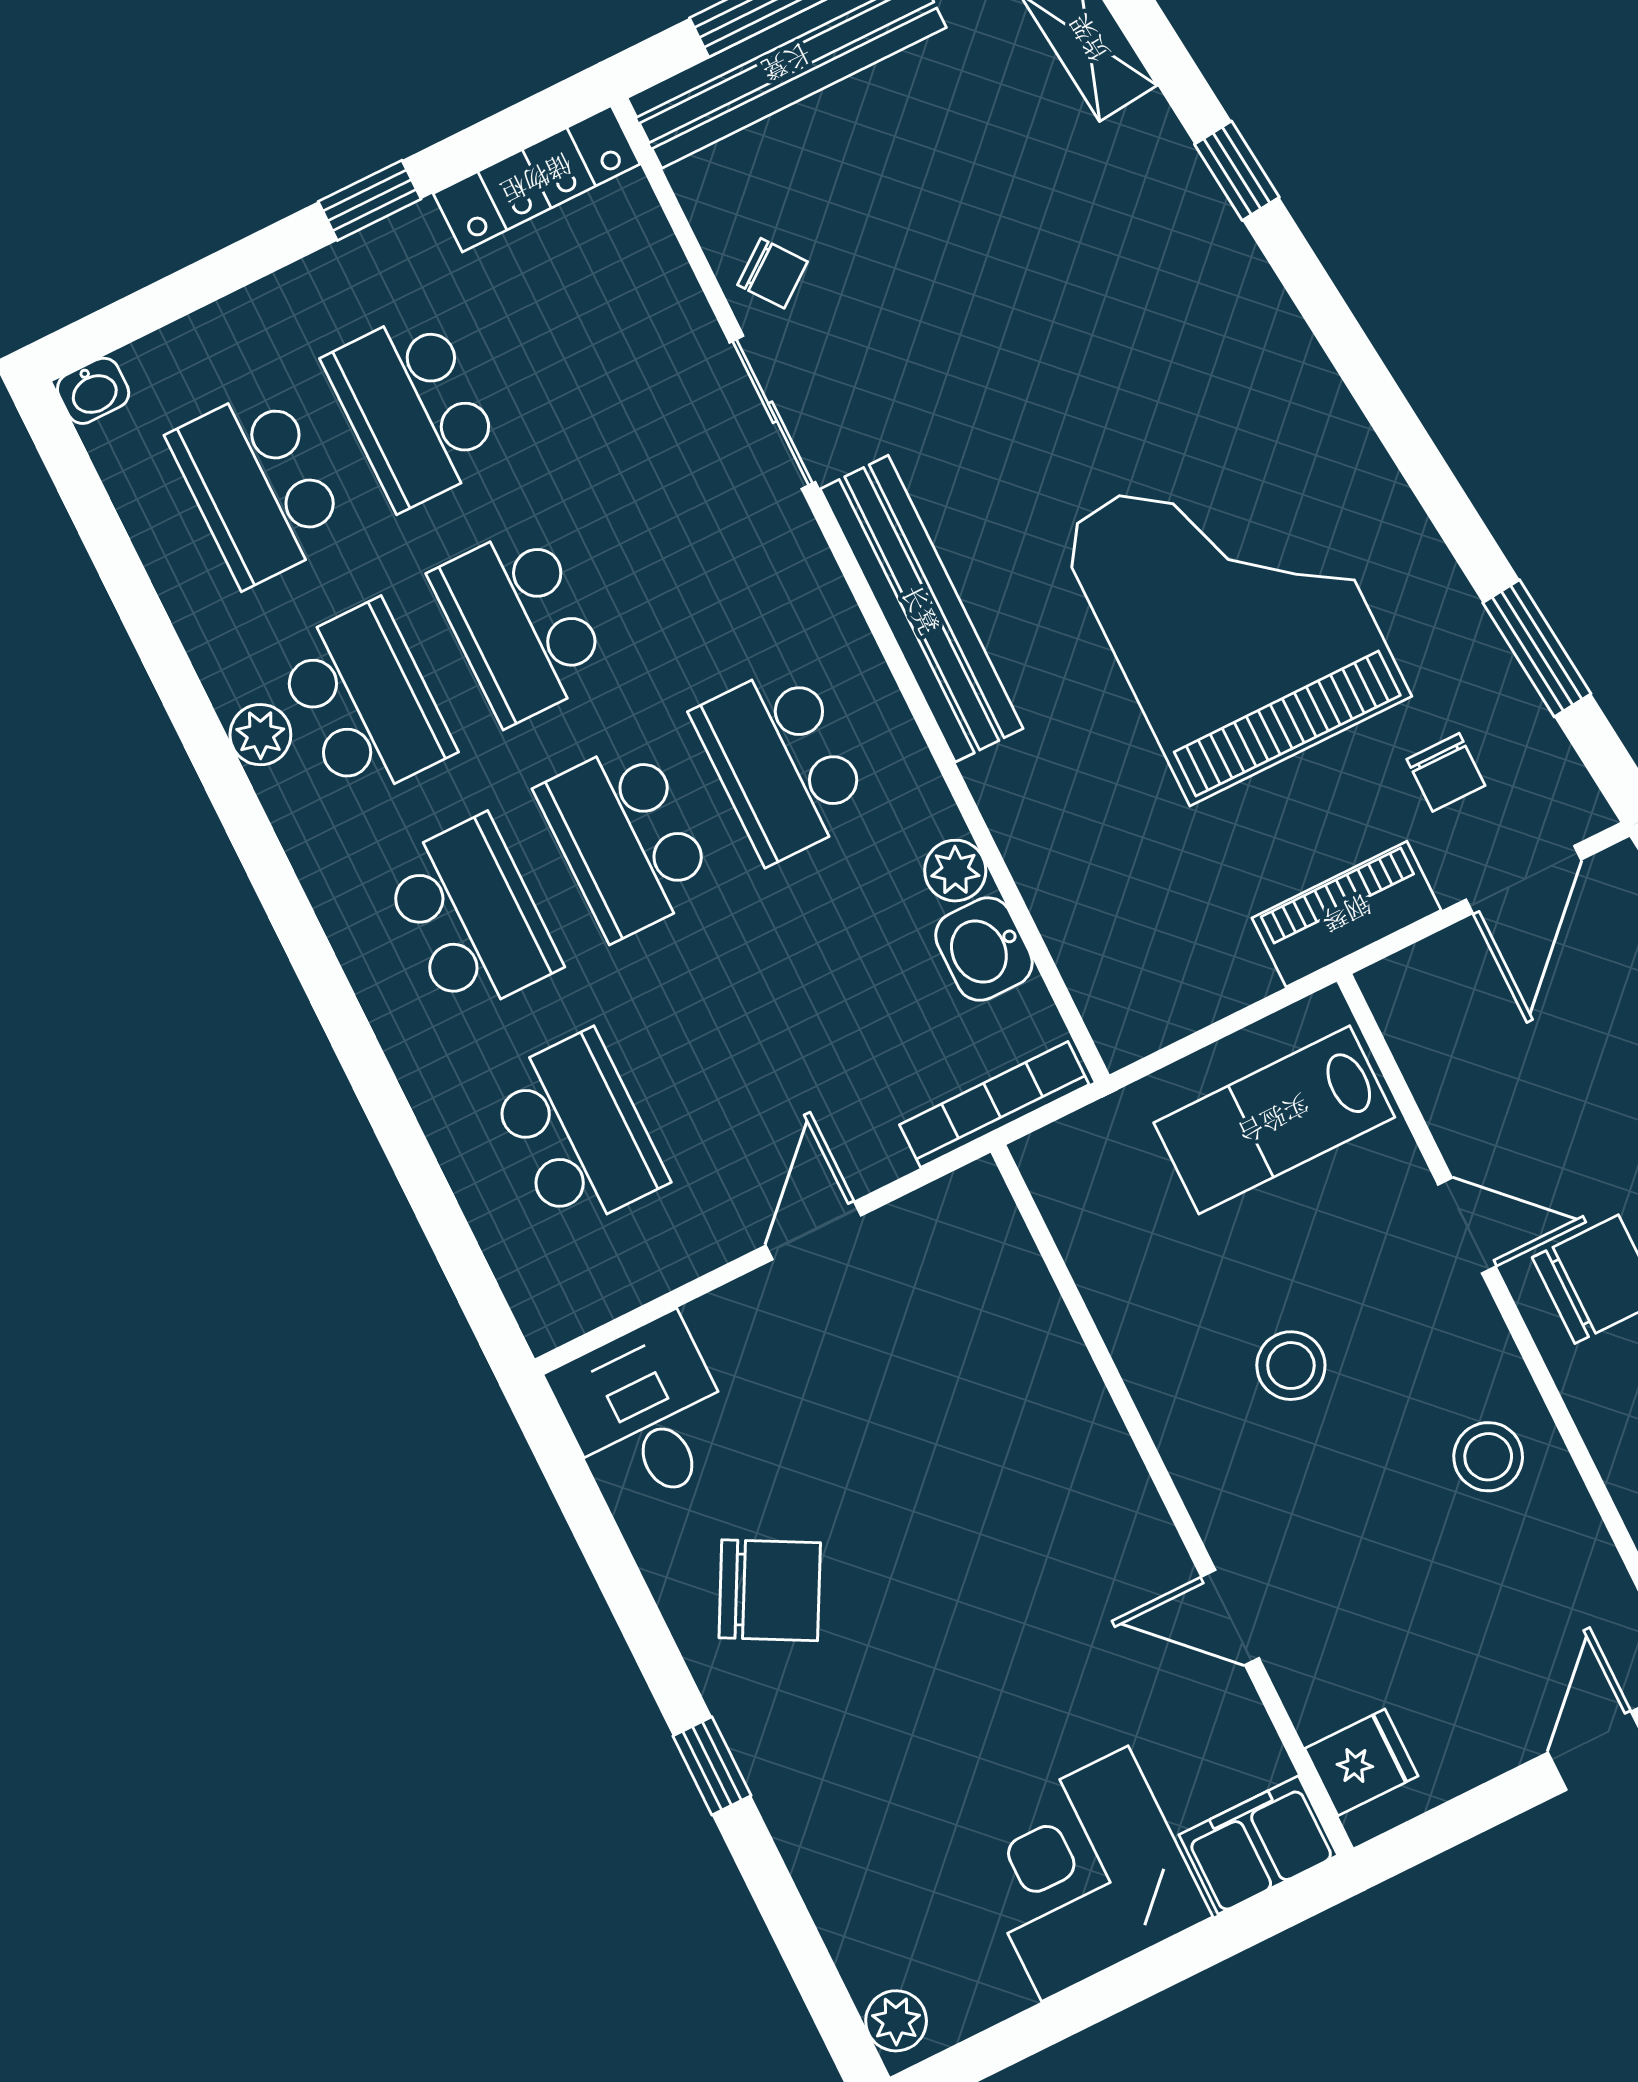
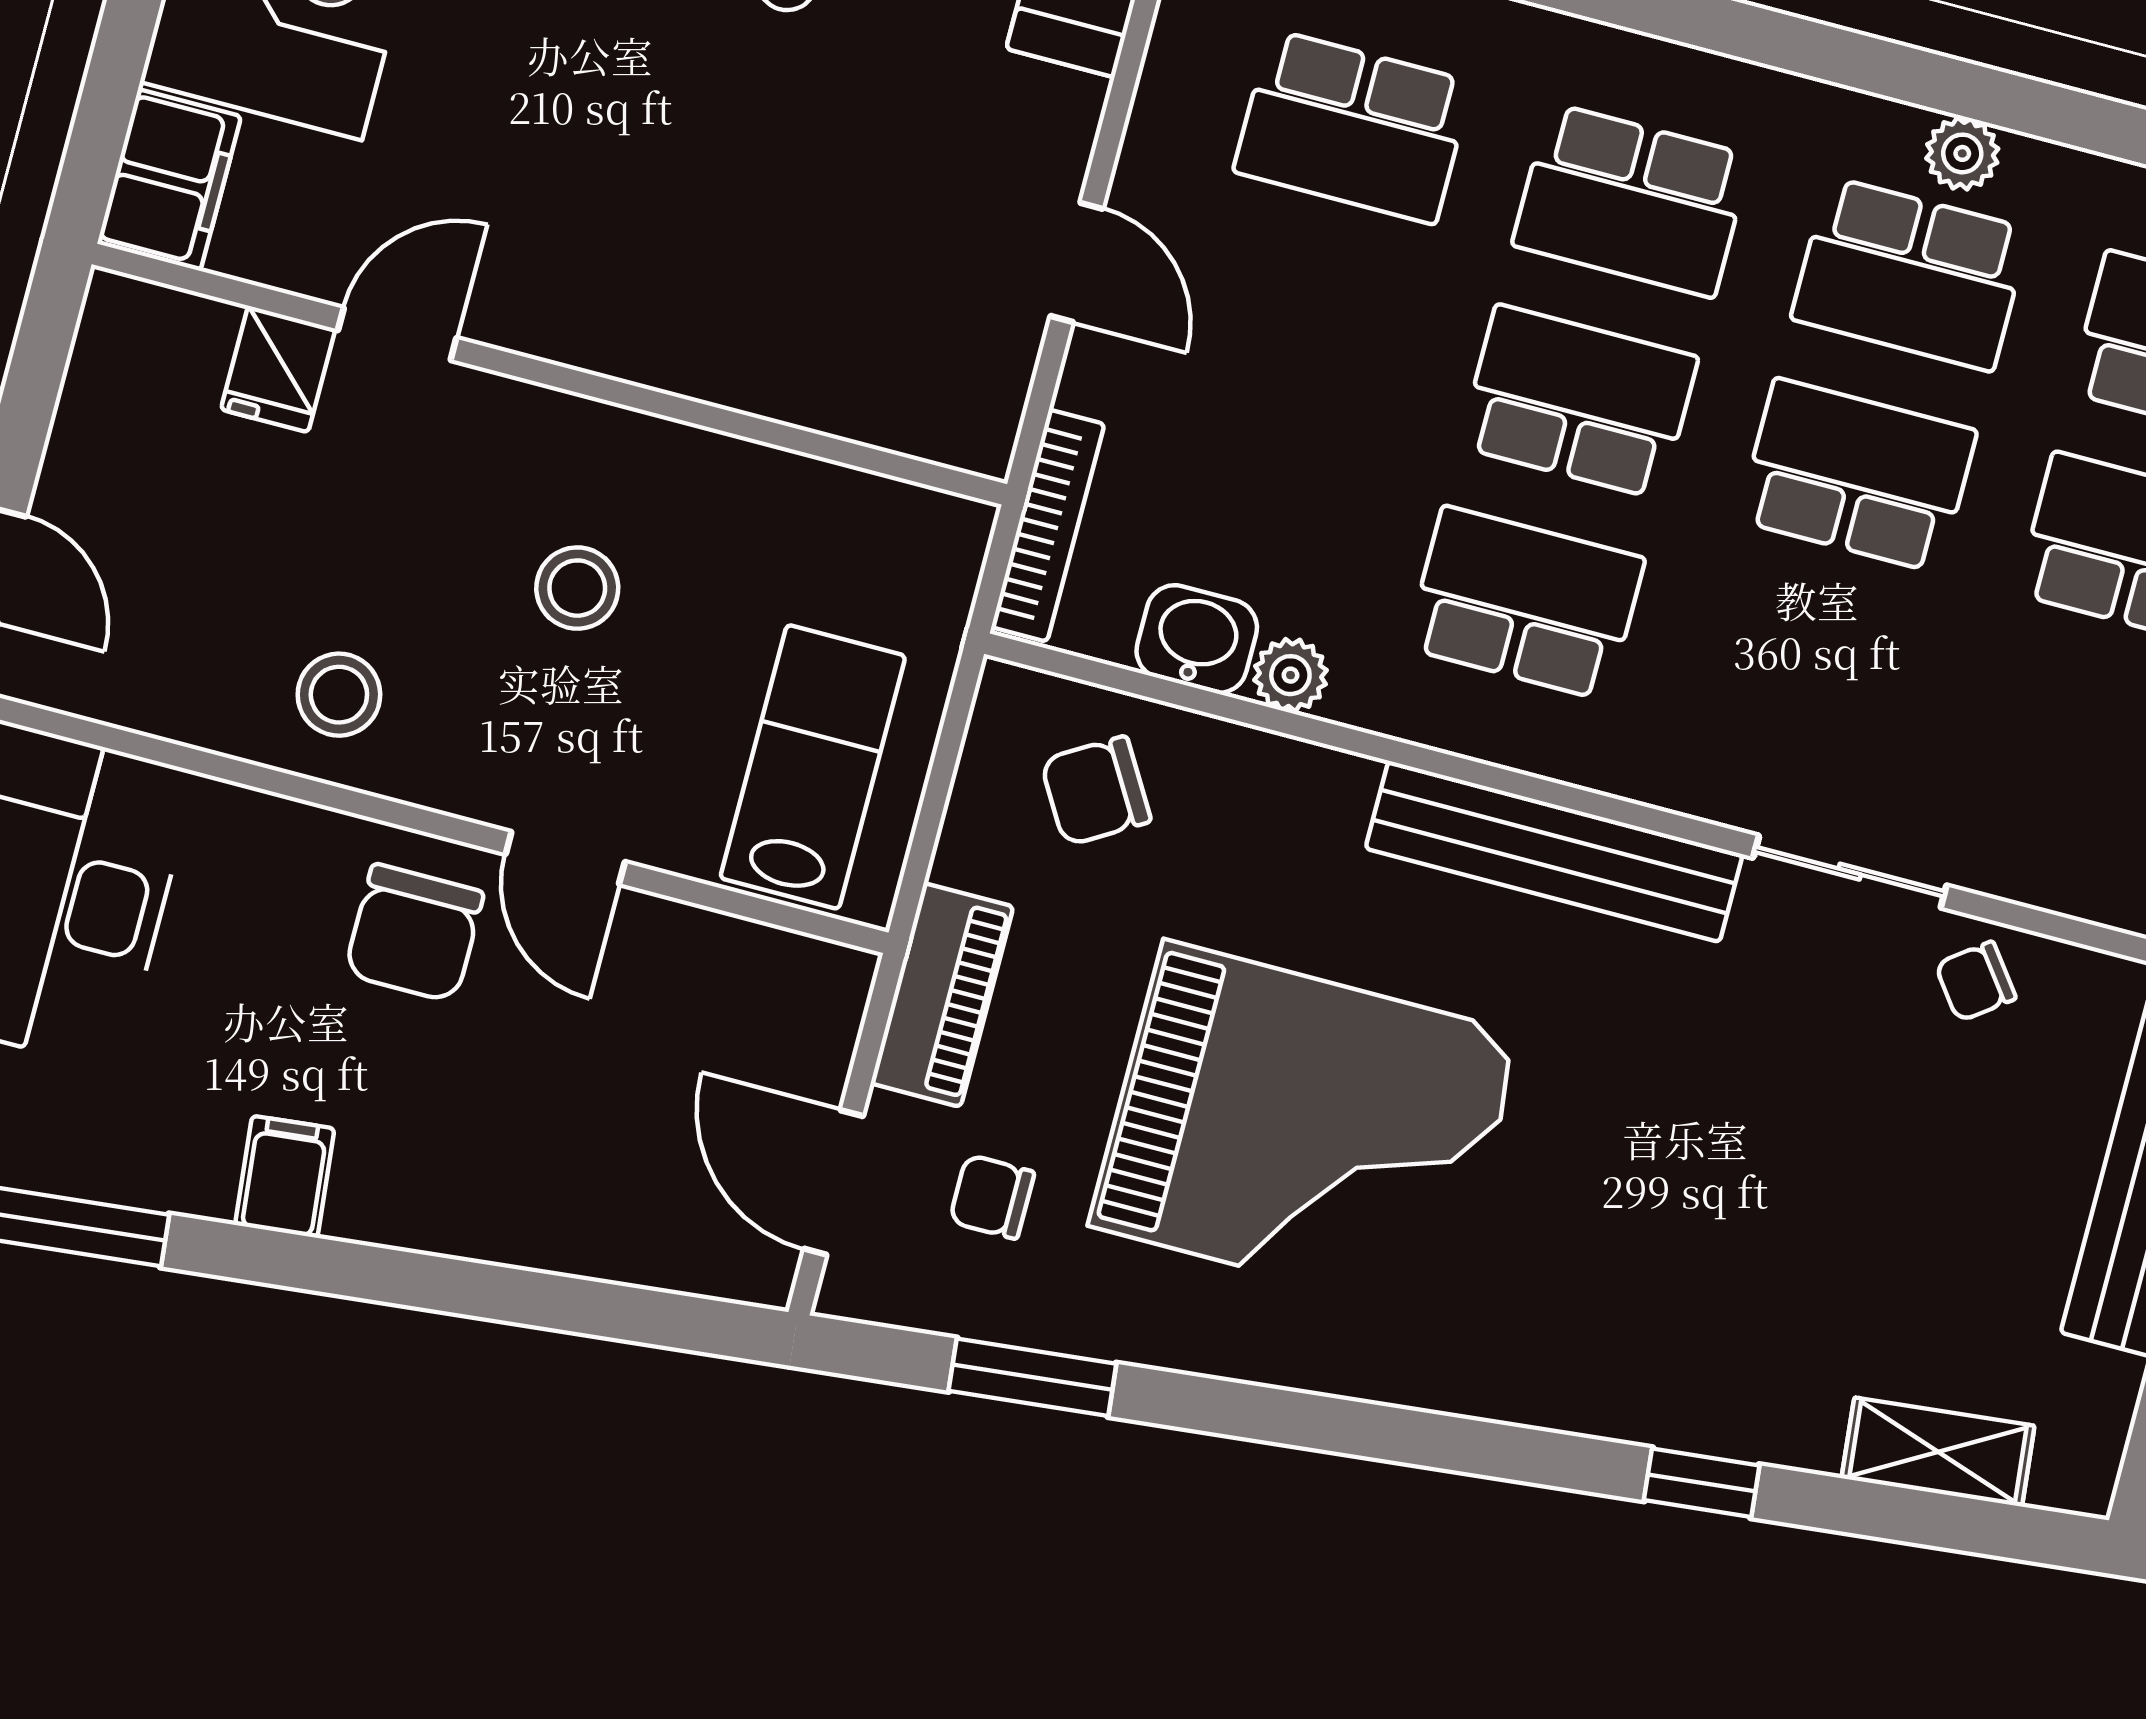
chair: (1134, 929) -> (1096, 791), added
door: (1467, 1225) -> (565, 858), hinge flipped
fridge: (1361, 1762) -> (278, 369), moved

